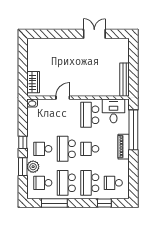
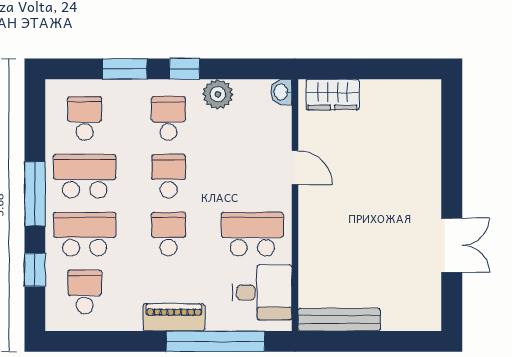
school desk: (66, 149) -> (168, 176), width x0.54
plant: (33, 167) -> (218, 94), moved
window: (54, 203) -> (35, 194), moved

